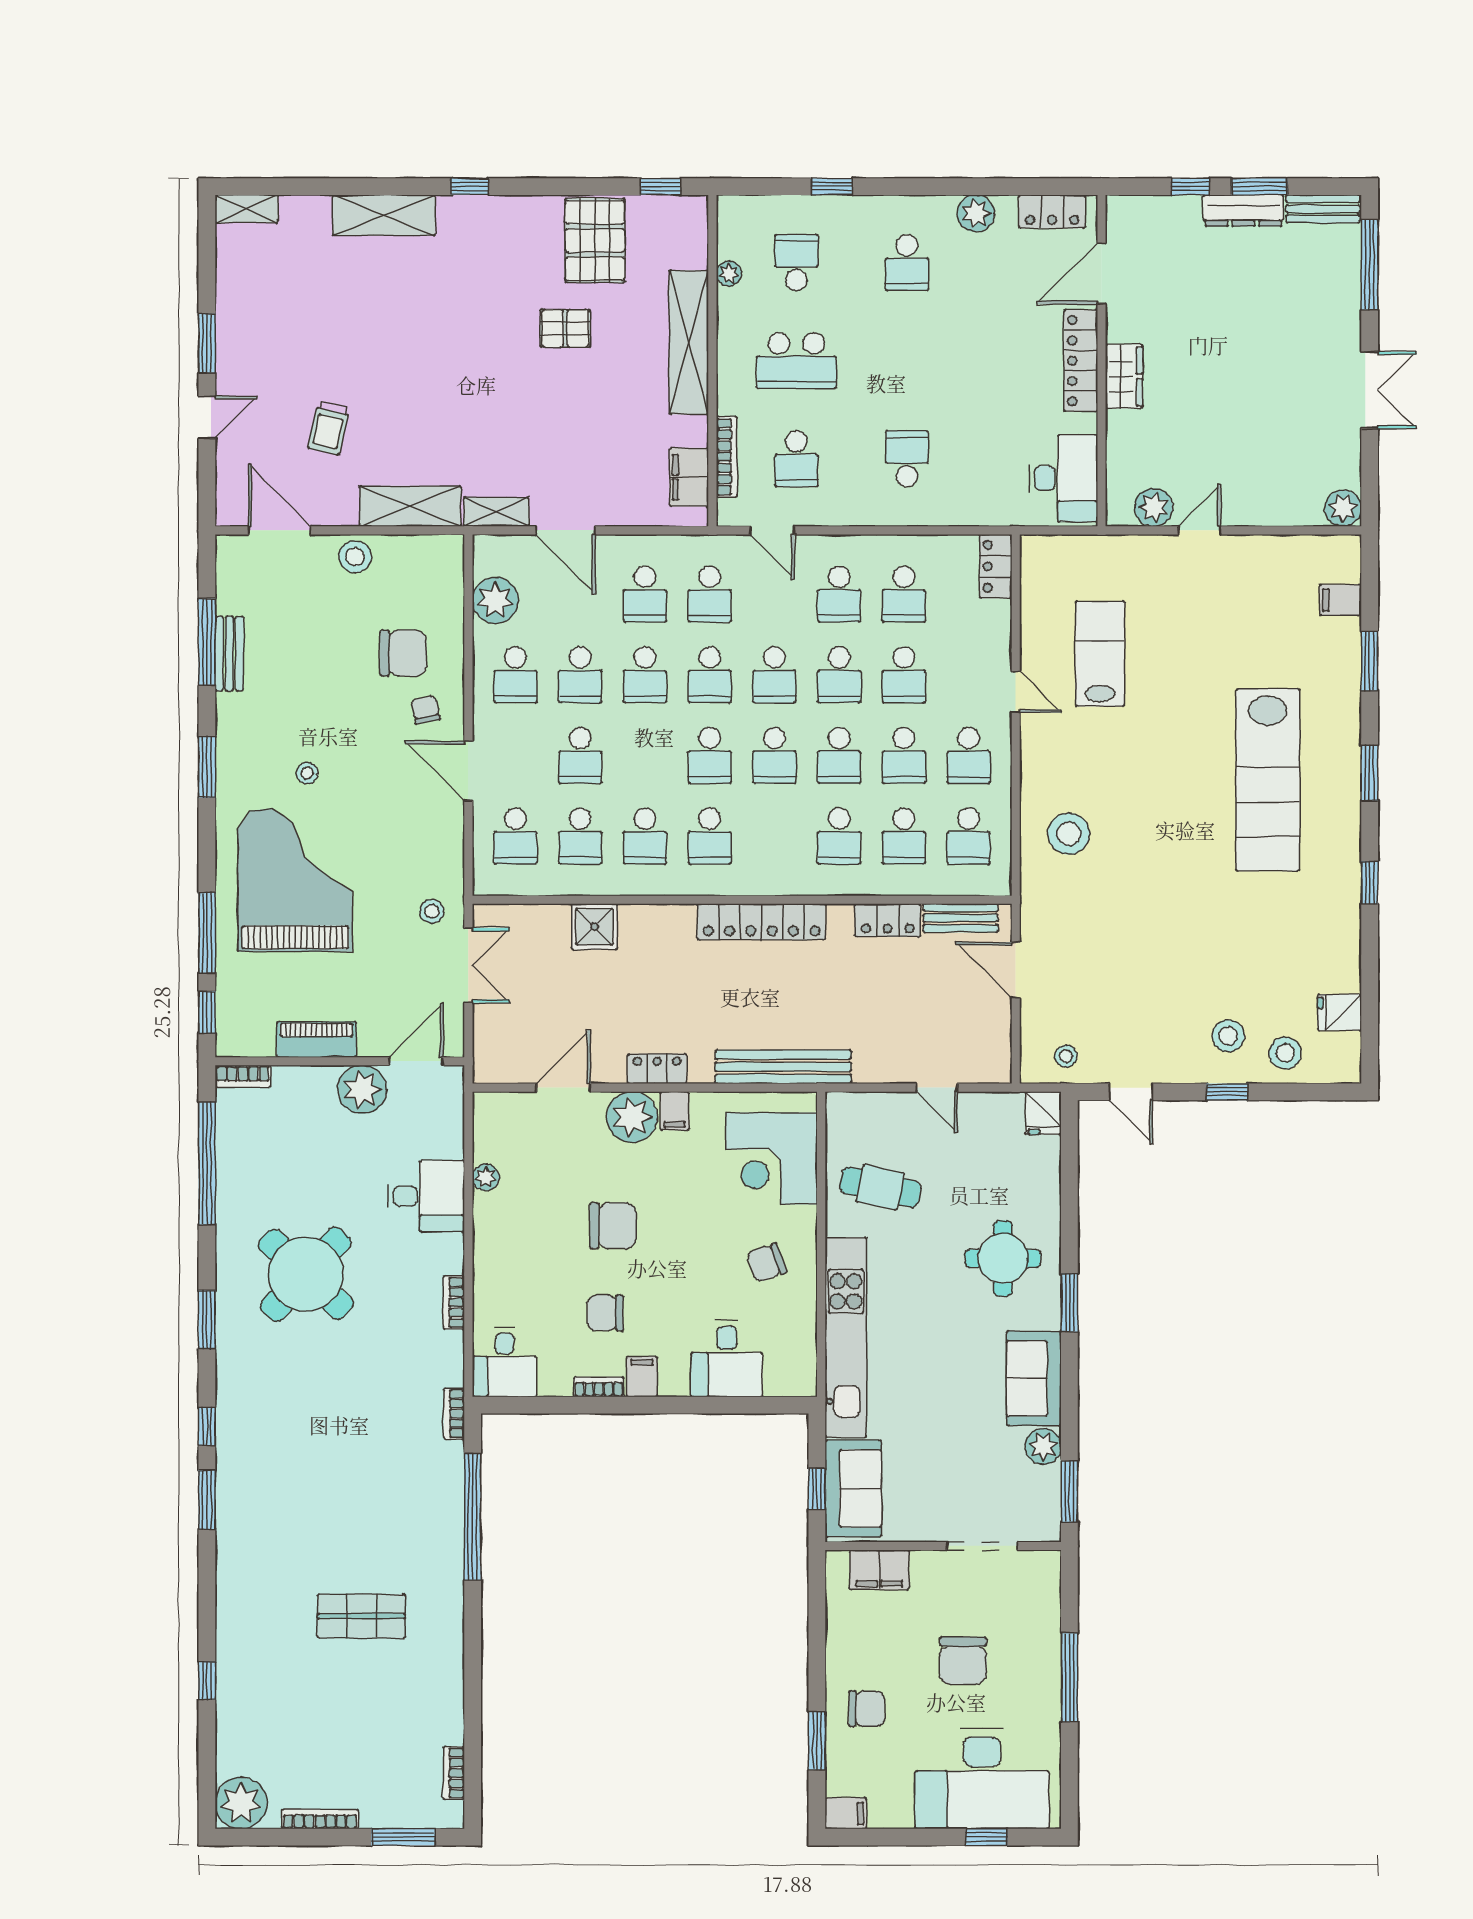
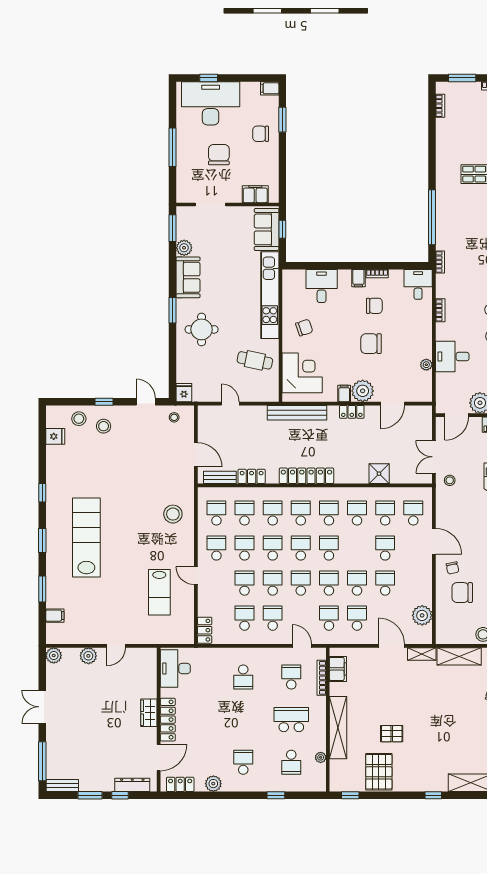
dresser: (1243, 210) -> (132, 785), moved
plant: (1154, 507) -> (88, 656), moved
school desk: (516, 675) -> (301, 513), moved

